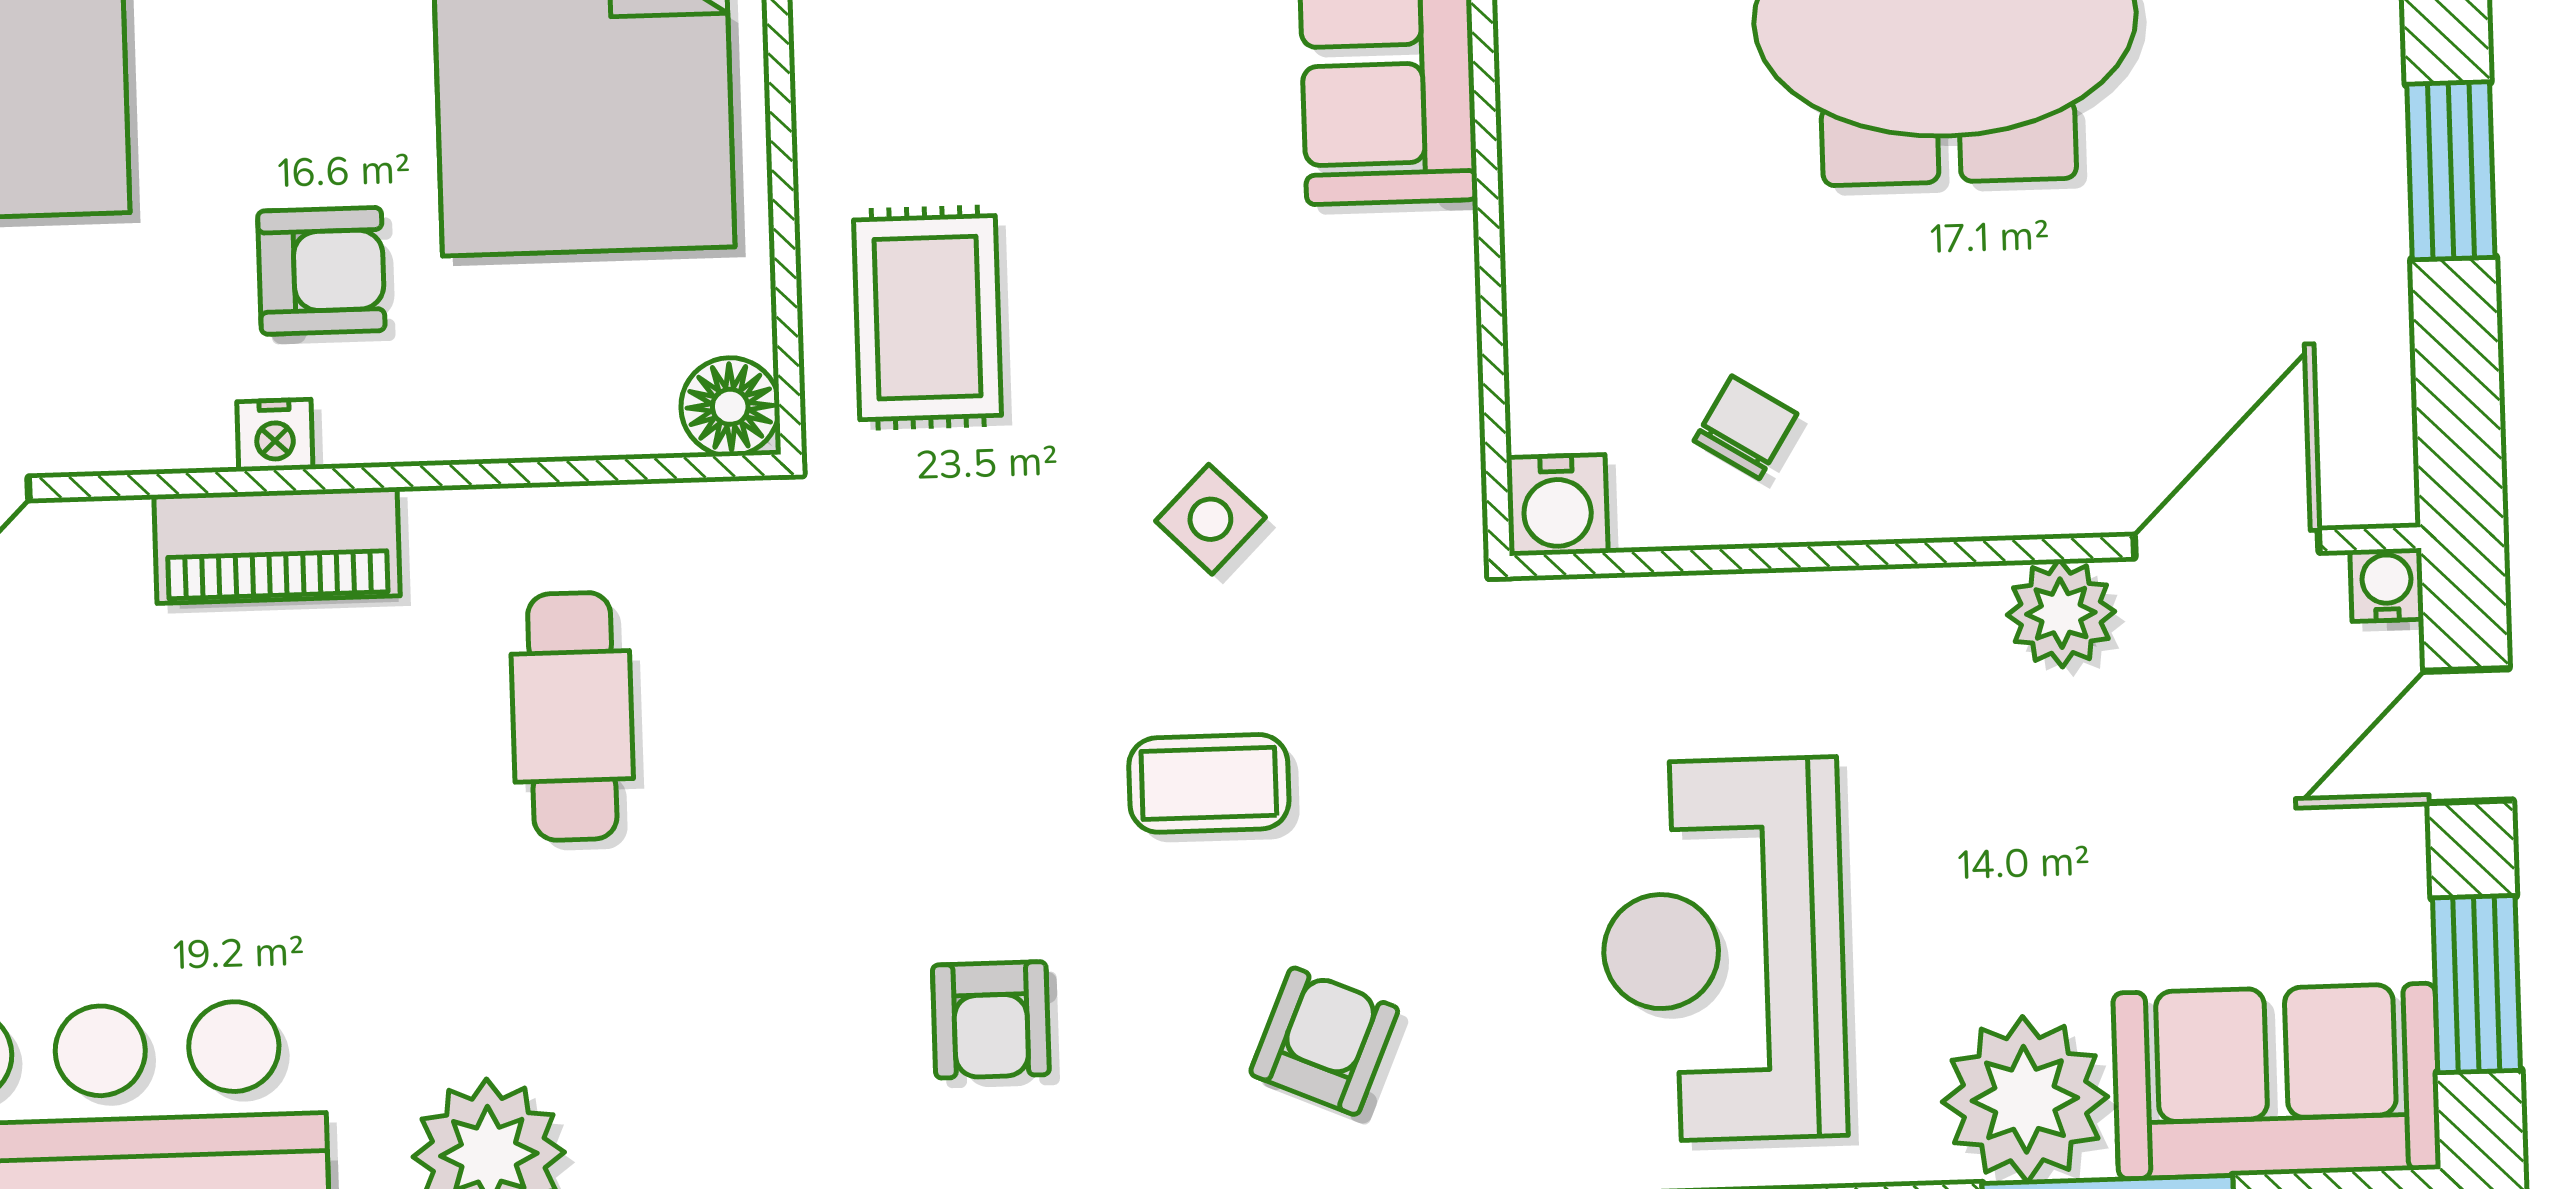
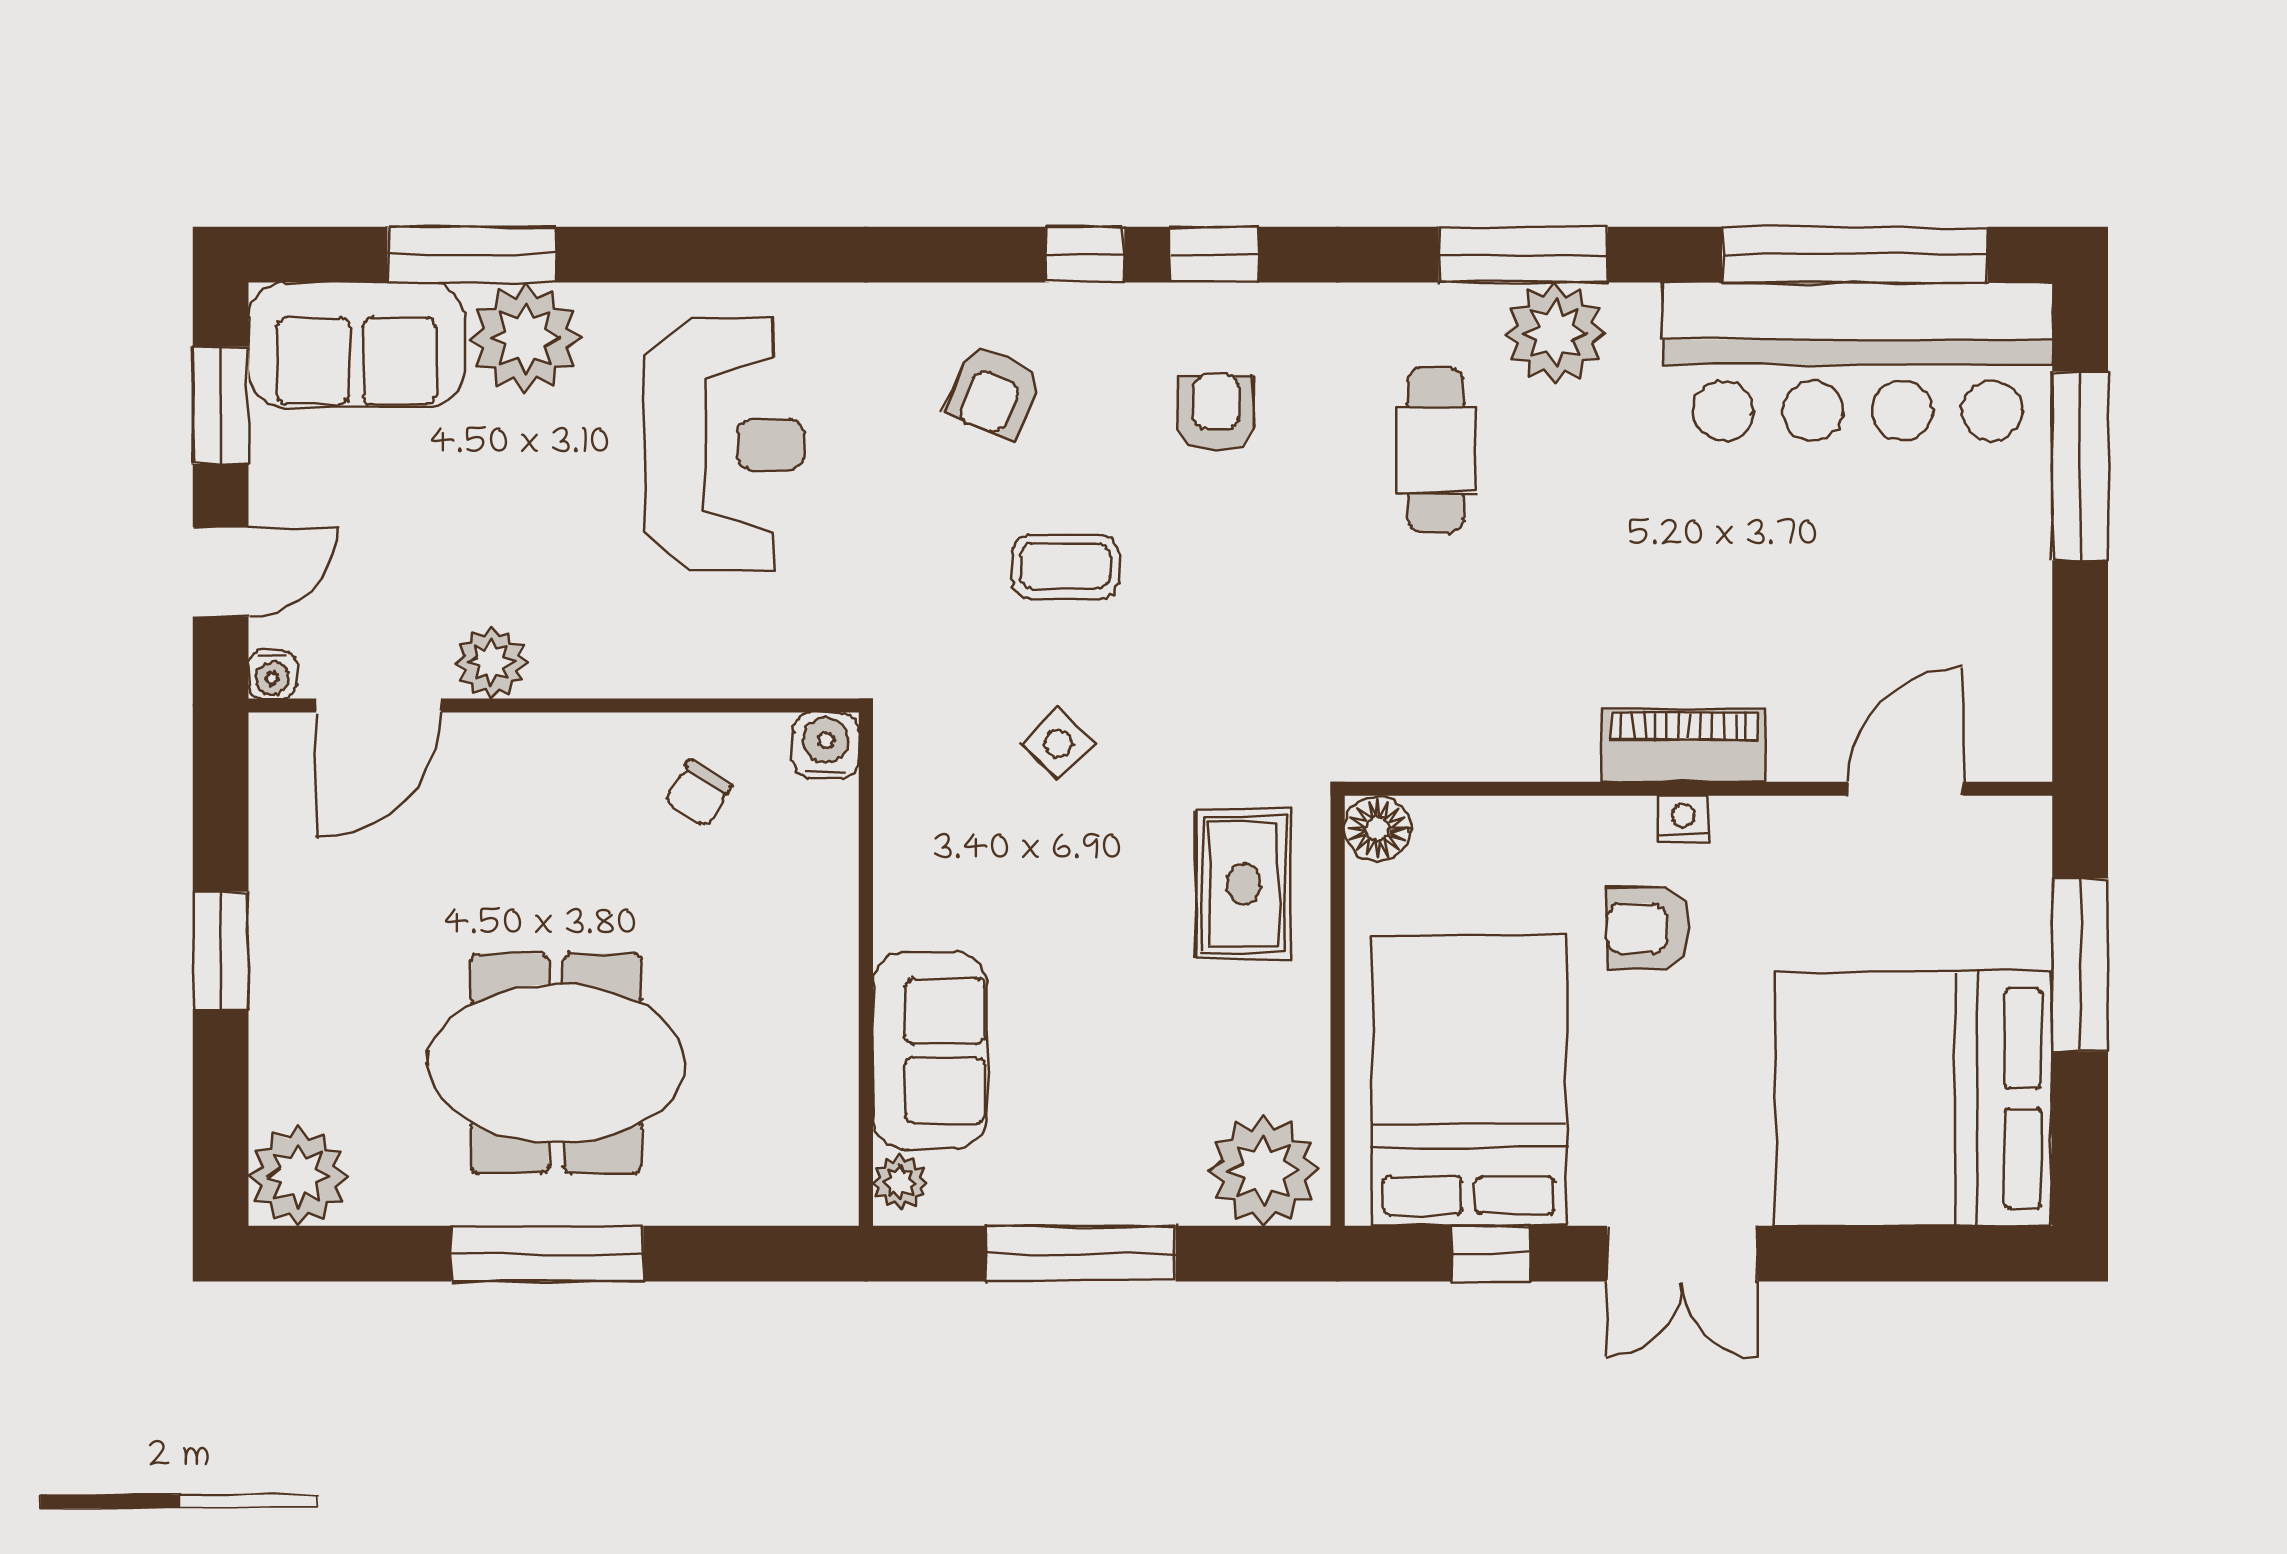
cafe table: (572, 716) -> (1436, 450), moved

